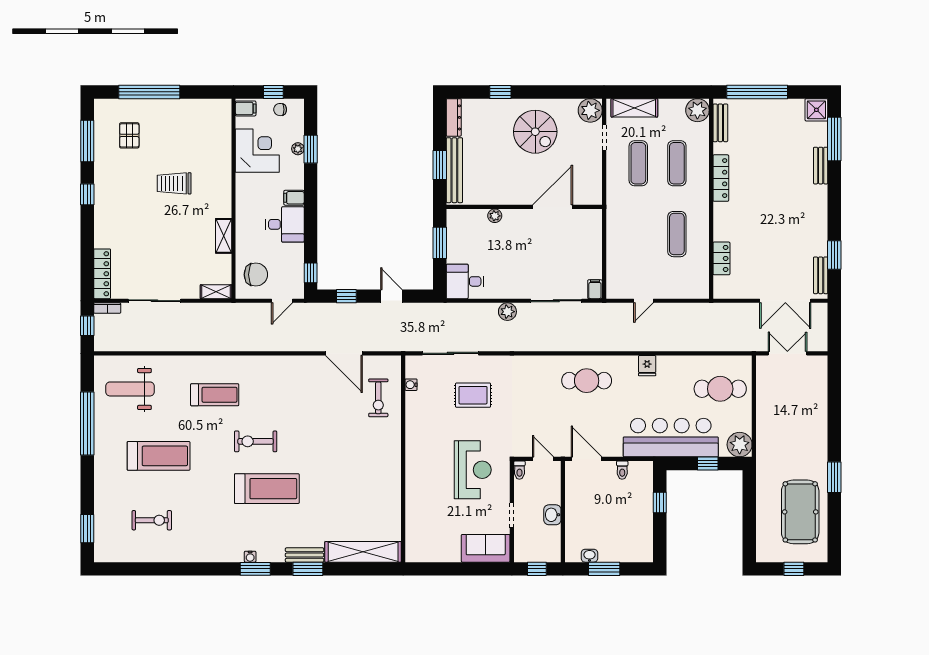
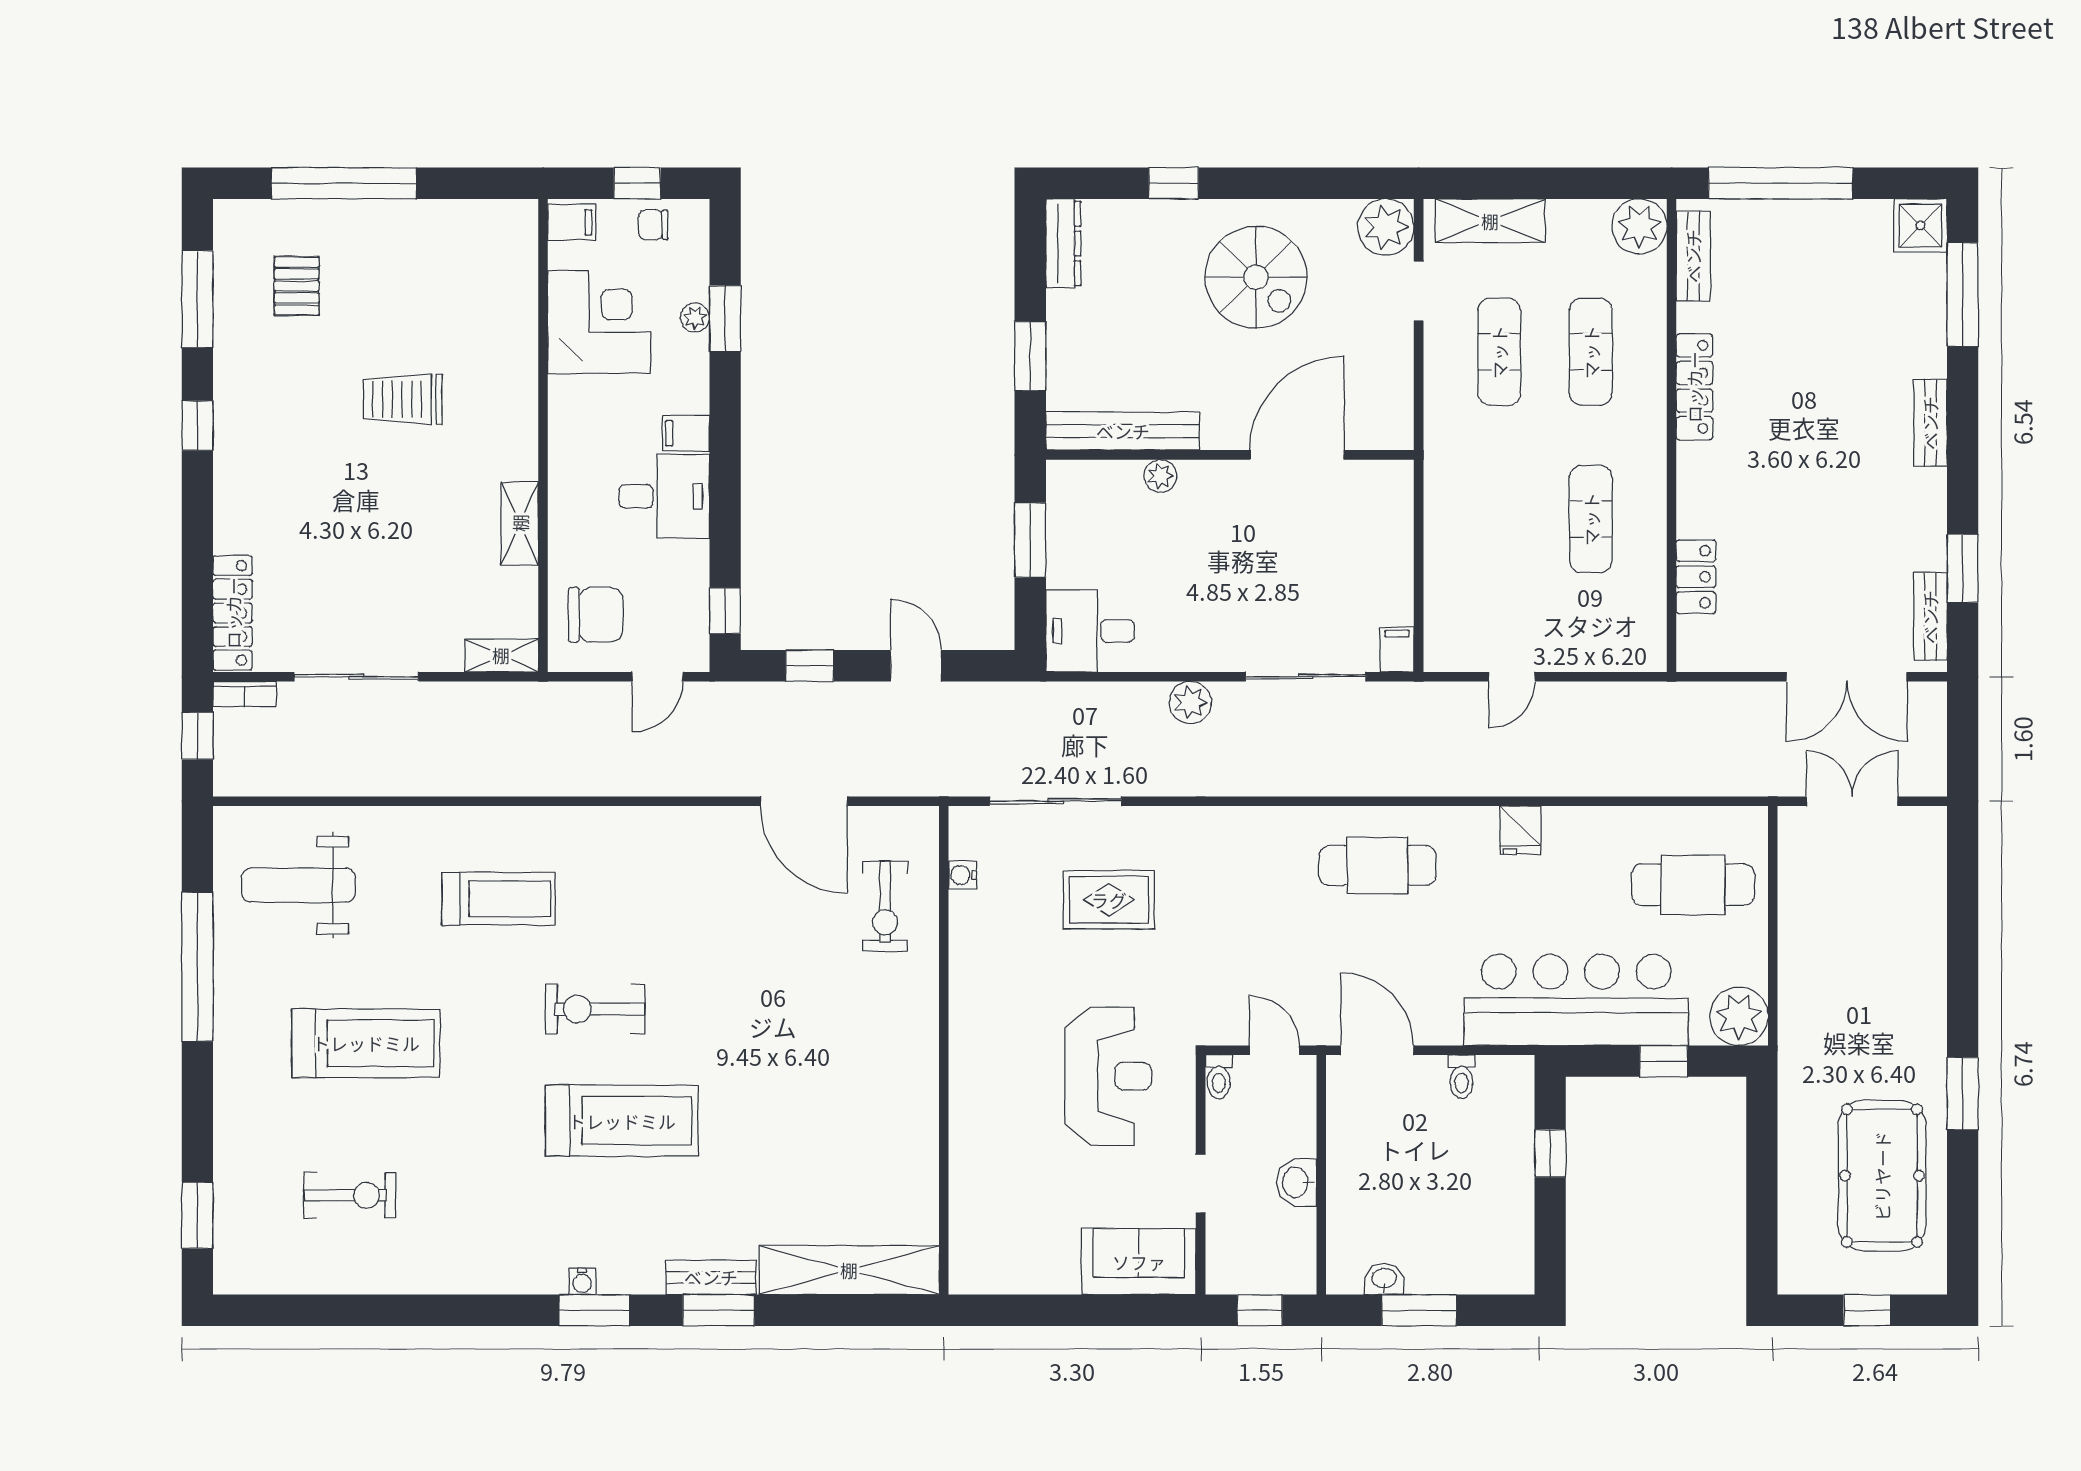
bench: (821, 166) -> (1930, 423), moved
bench: (454, 170) -> (1123, 431), moved, turned 90

